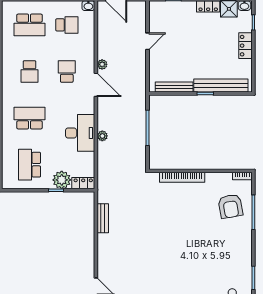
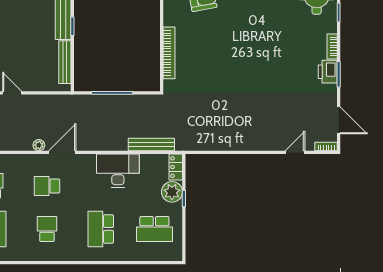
school desk: (30, 71) -> (47, 229), turned -90
plant: (102, 136) -> (121, 145), removed
bench: (103, 218) -> (151, 145), moved, width x1.36

